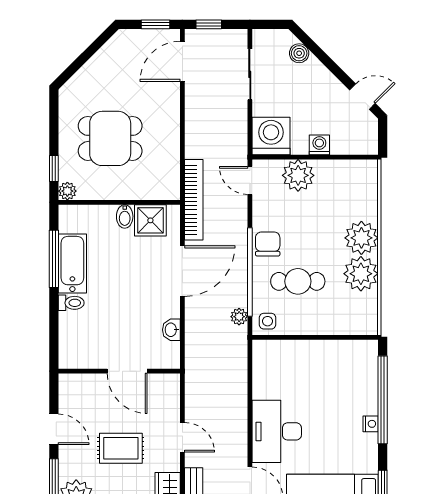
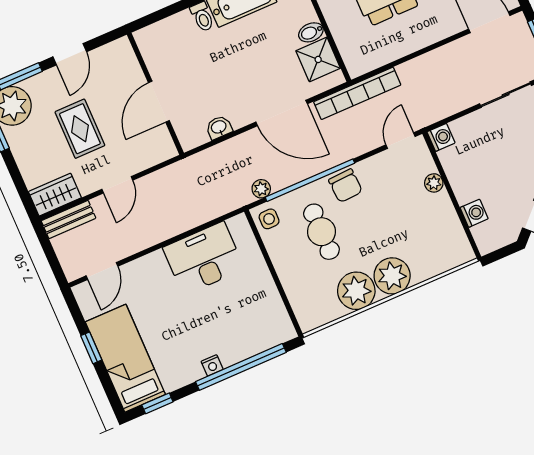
washing machine: (271, 136) -> (441, 137), width x0.53, depth x0.53
washing machine: (319, 145) -> (474, 213), moved
plant: (298, 175) -> (434, 183), width x0.53, depth x0.53
chair: (268, 244) -> (345, 186), turned 87
desk: (277, 431) -> (204, 258), moved

